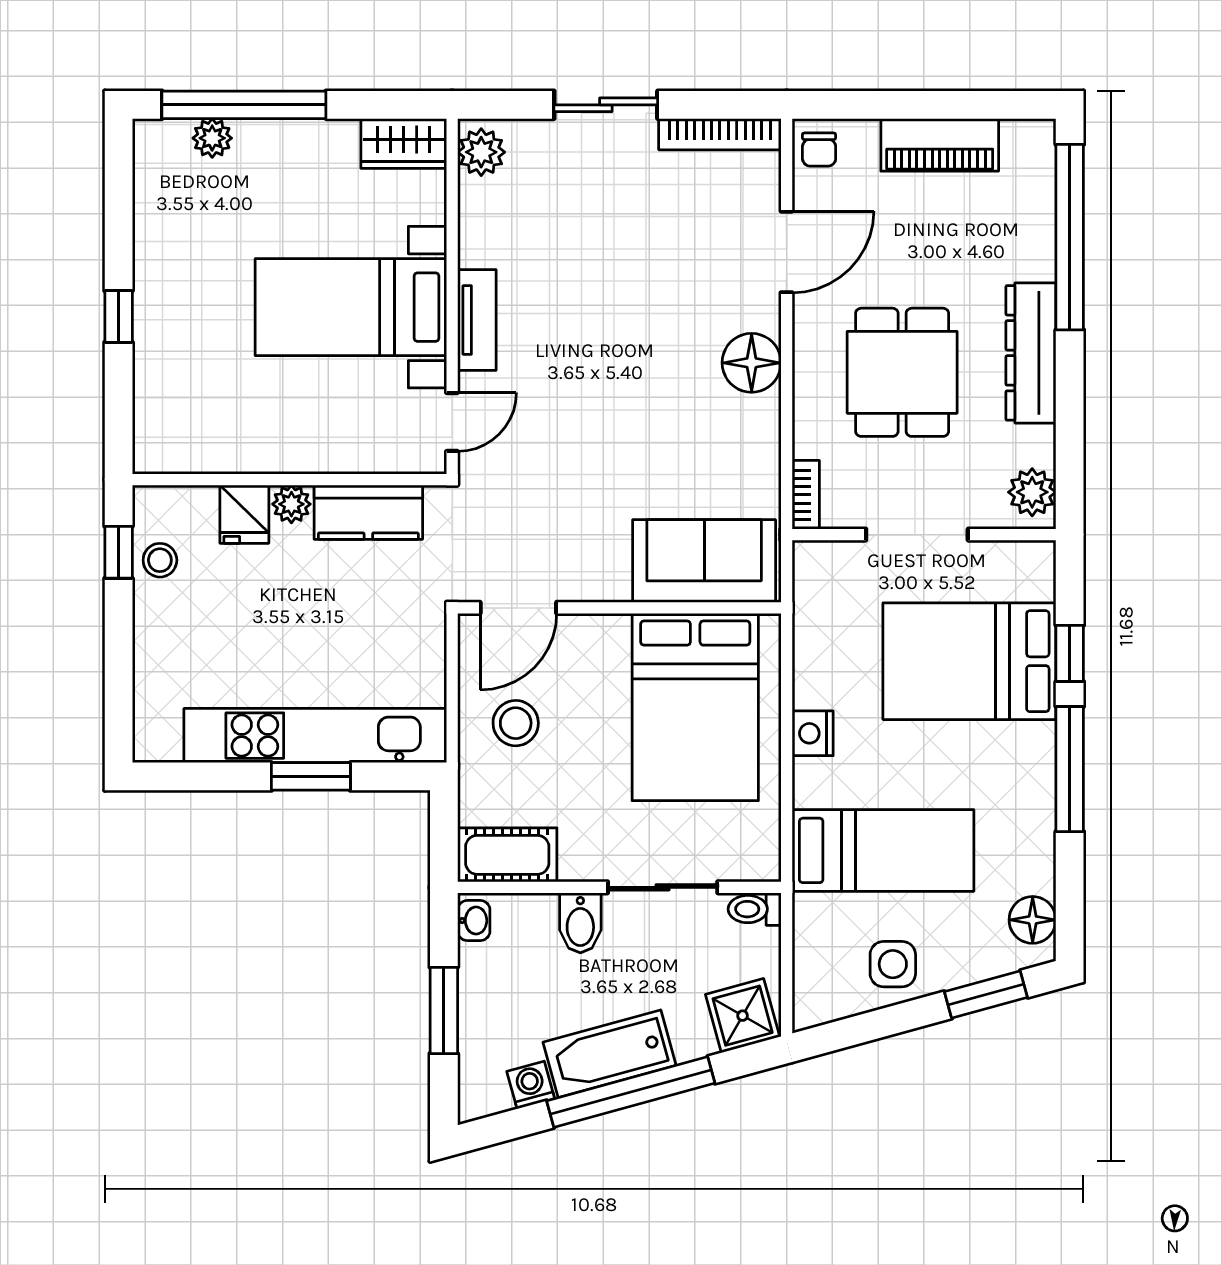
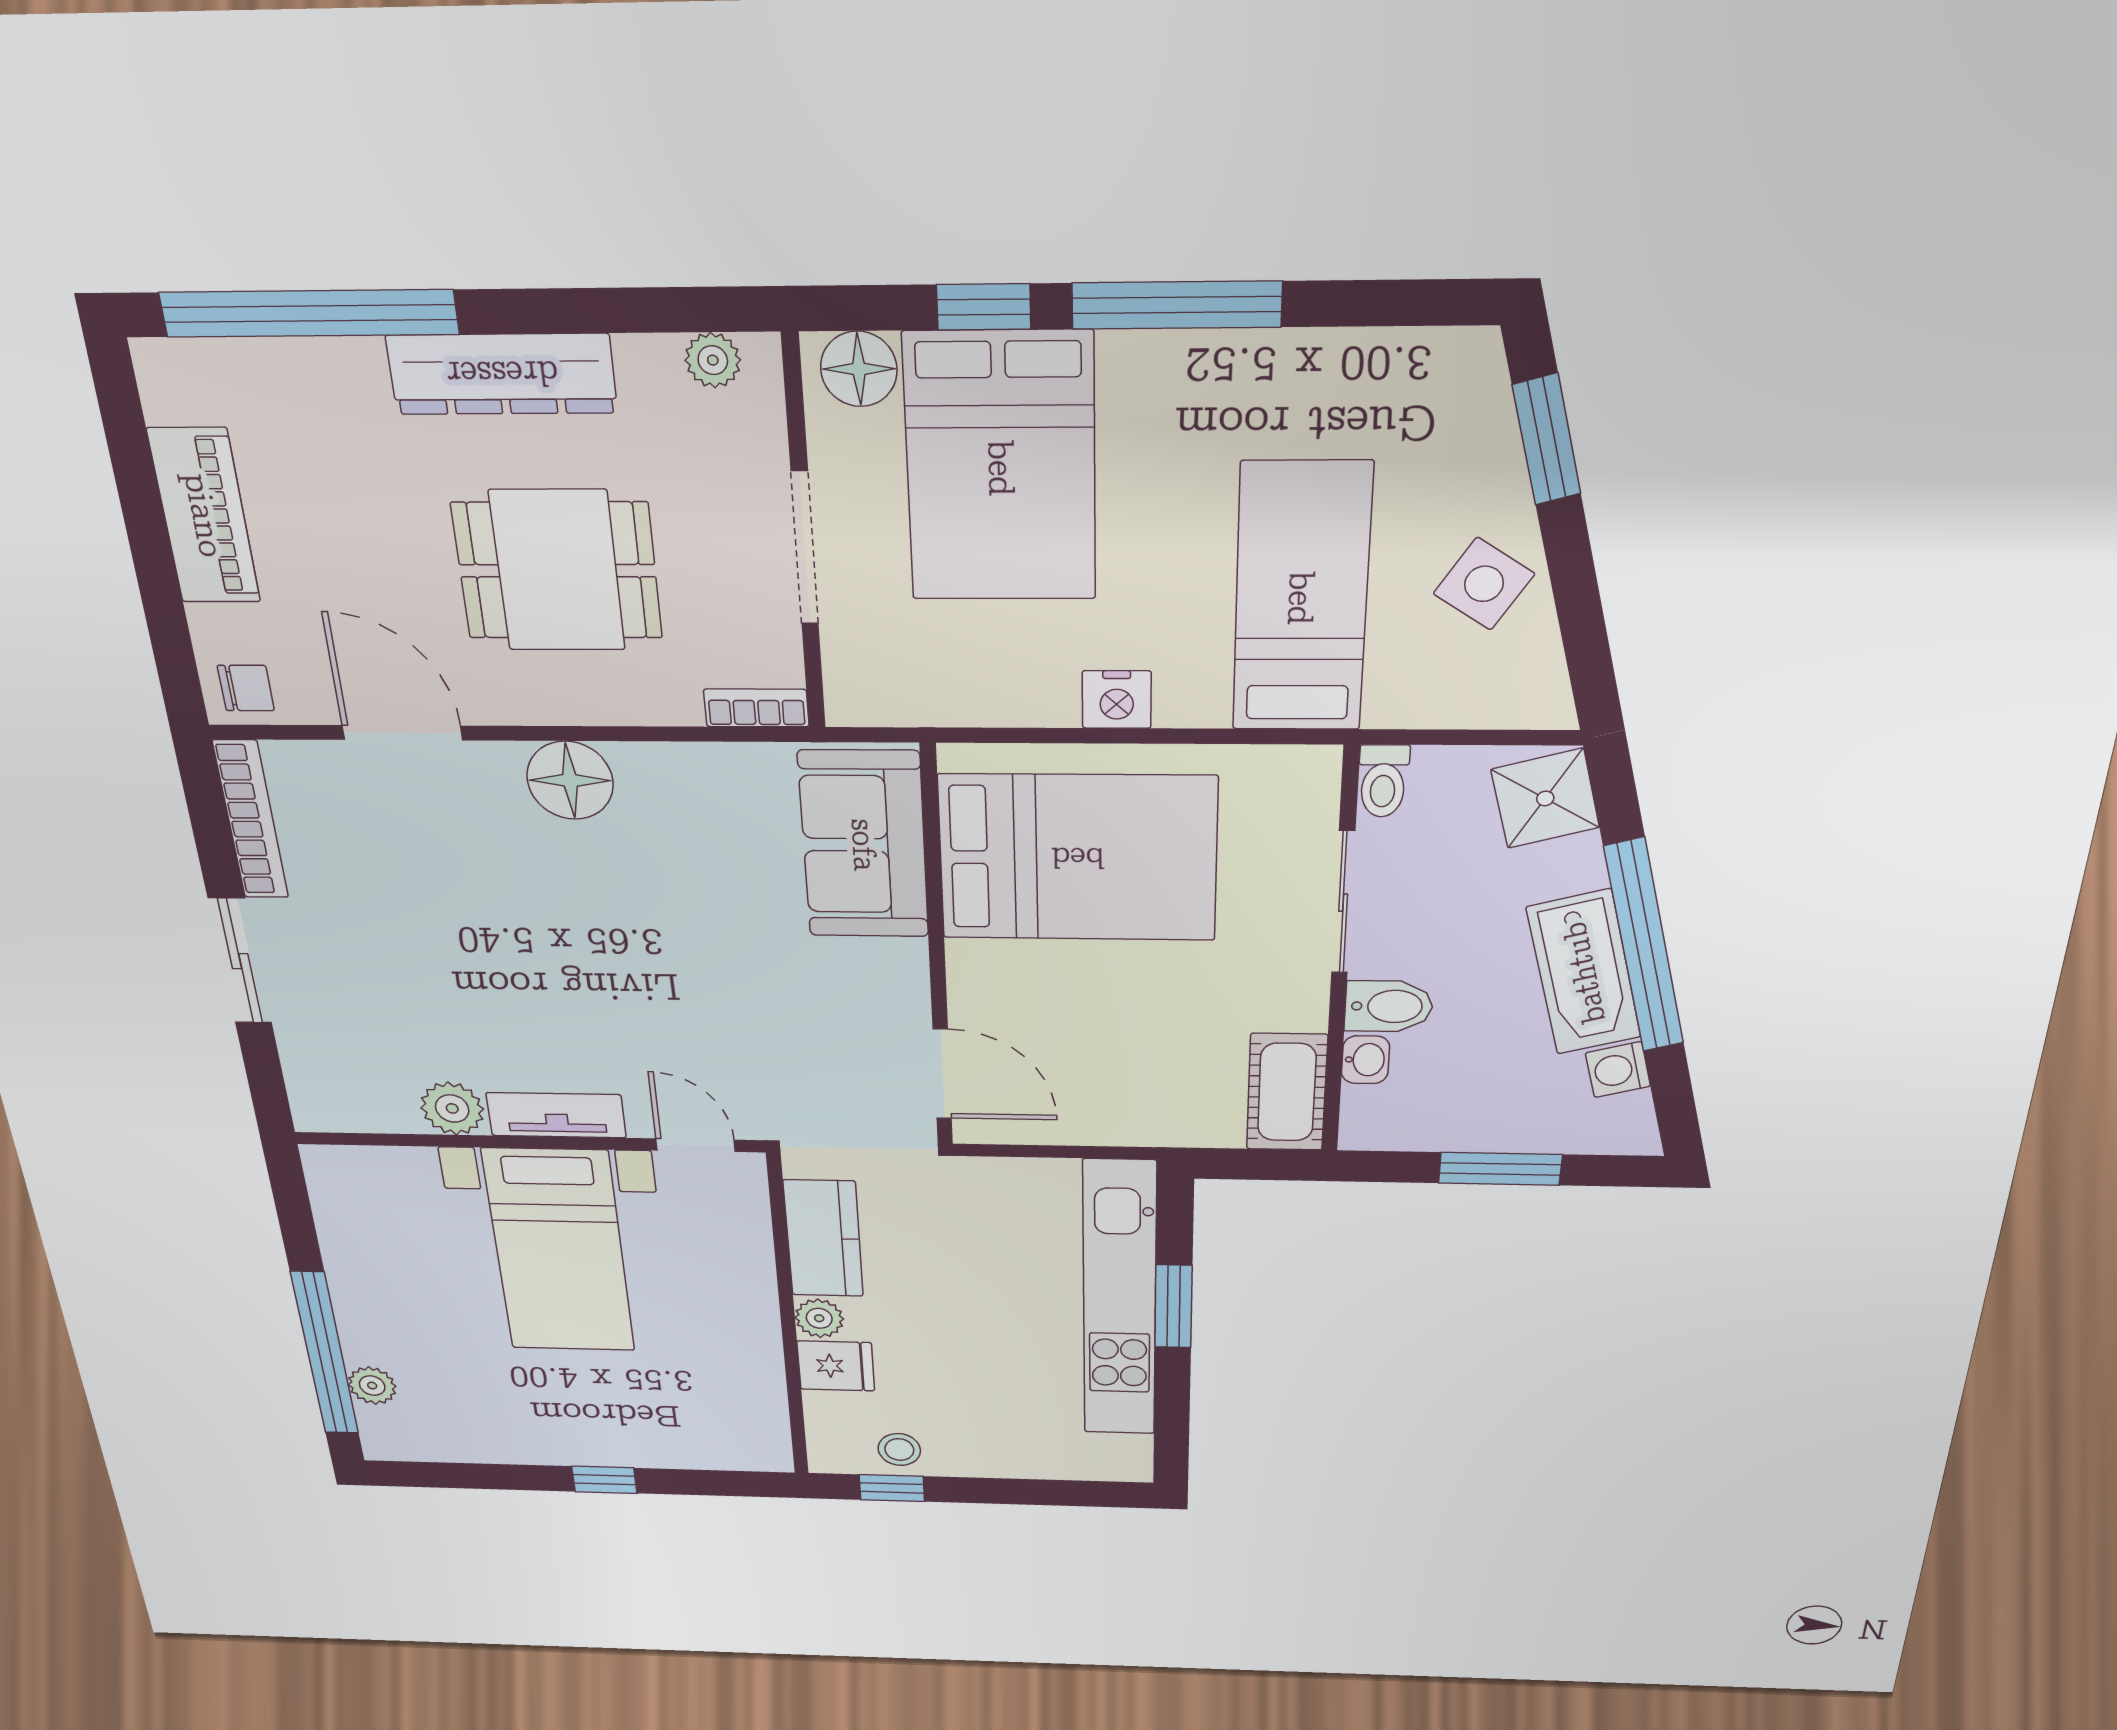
wardrobe: (404, 143) -> (339, 1191), removed
plant: (481, 152) -> (452, 1108), moved
plant: (1032, 492) -> (713, 360), width x0.73, depth x0.73
stool: (516, 723) -> (1102, 1080), removed
floor lamp: (1033, 920) -> (859, 369), moved
washbasin: (474, 921) -> (1365, 1060), moved, turned 90
side table: (893, 964) -> (1484, 584), turned 33

